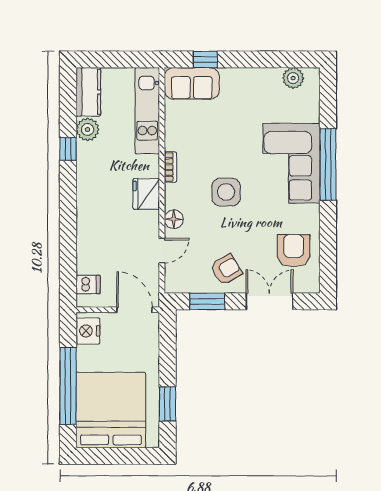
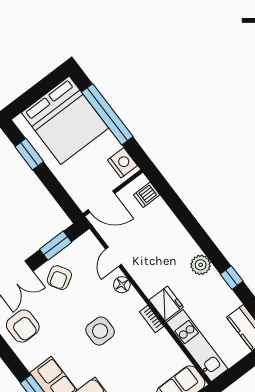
plant: (88, 129) -> (201, 265), moved
fridge: (146, 194) -> (166, 304), moved

